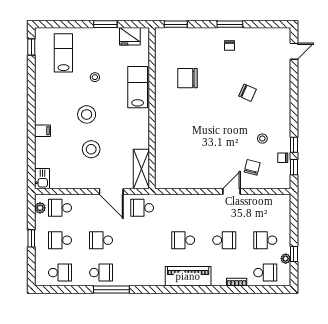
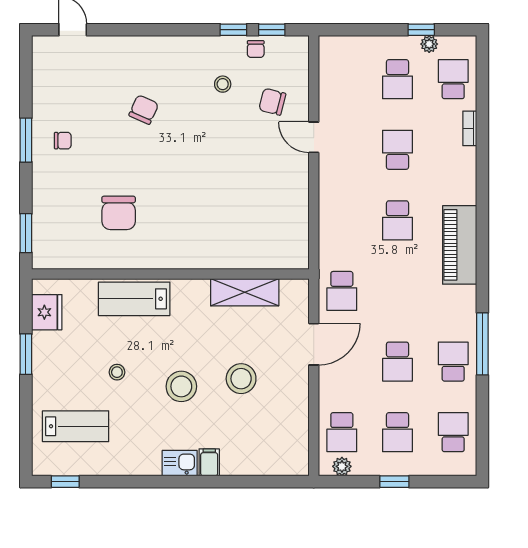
lab bench: (63, 53) -> (76, 426), turned 180
shelving: (141, 169) -> (245, 292), moved
kitchen sink: (42, 179) -> (180, 463), moved
piano: (188, 276) -> (460, 245), moved

